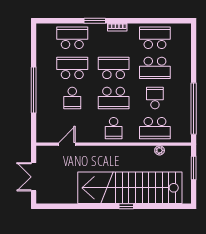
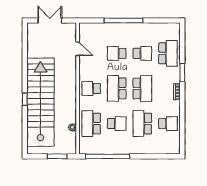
school desk: (155, 38) -> (168, 124), width x0.54
school desk: (72, 68) -> (142, 53), width x0.54

